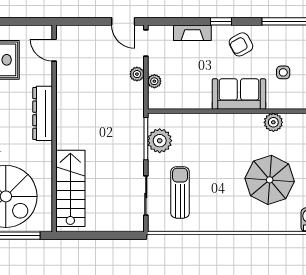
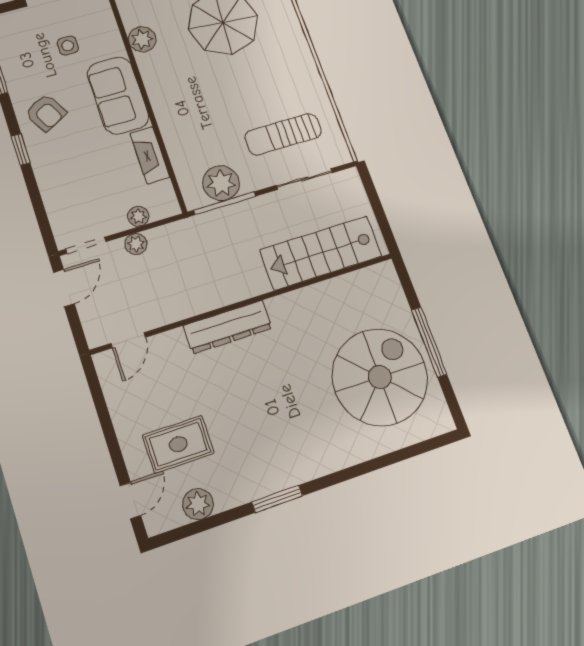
fireplace: (192, 33) -> (150, 155), moved, turned 180
door: (54, 50) -> (128, 340), moved
dresser: (43, 113) -> (228, 327), moved
wall: (54, 128) -> (244, 303), moved
stairs: (70, 188) -> (321, 253), moved

